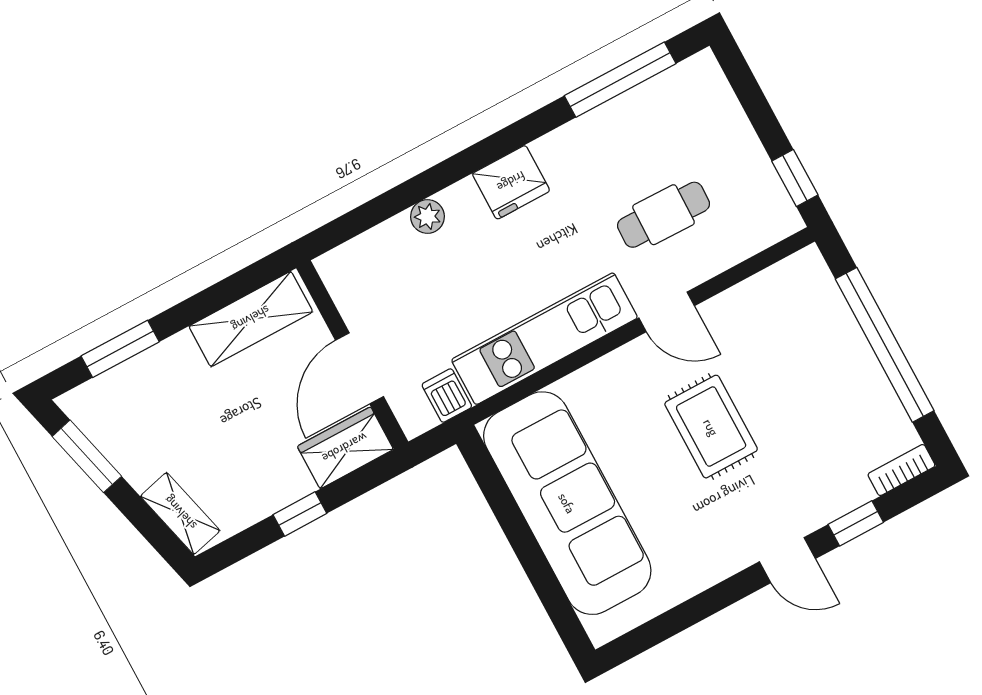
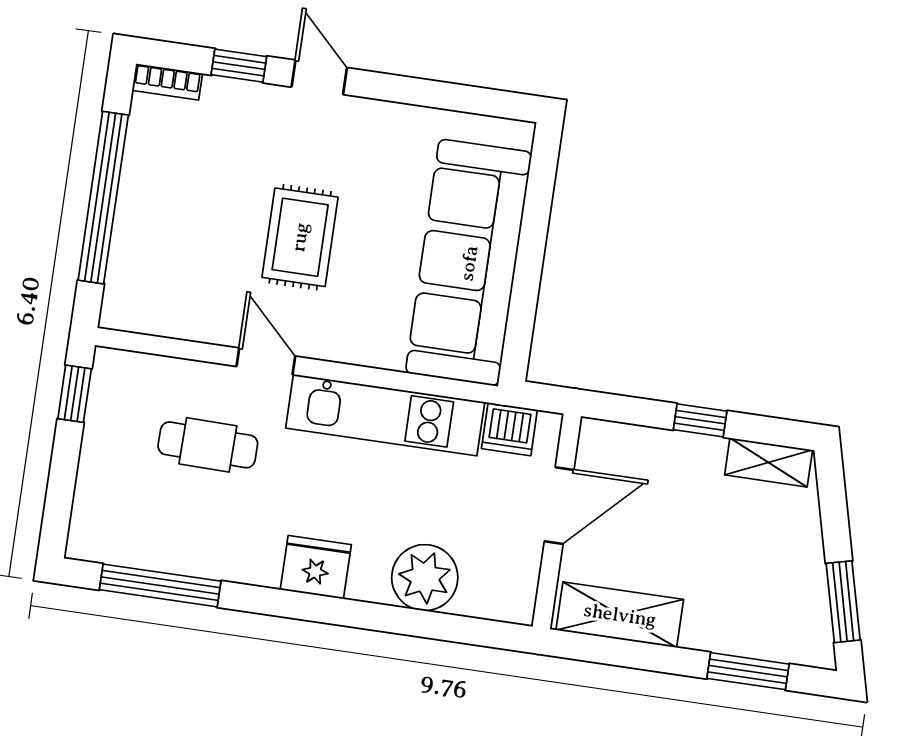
plant: (427, 217) -> (425, 578), width x1.88, depth x1.88
dishwasher: (447, 396) -> (509, 429), width x1.38
wardrobe: (345, 448) -> (621, 448), removed
shelving: (180, 513) -> (769, 462), moved, turned -76

